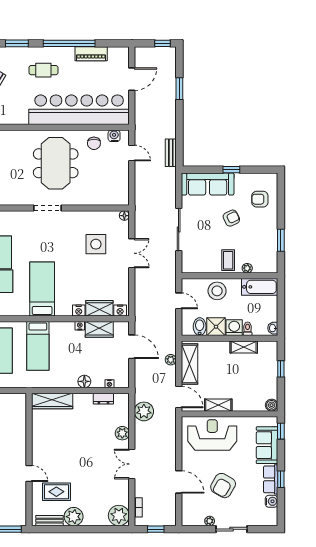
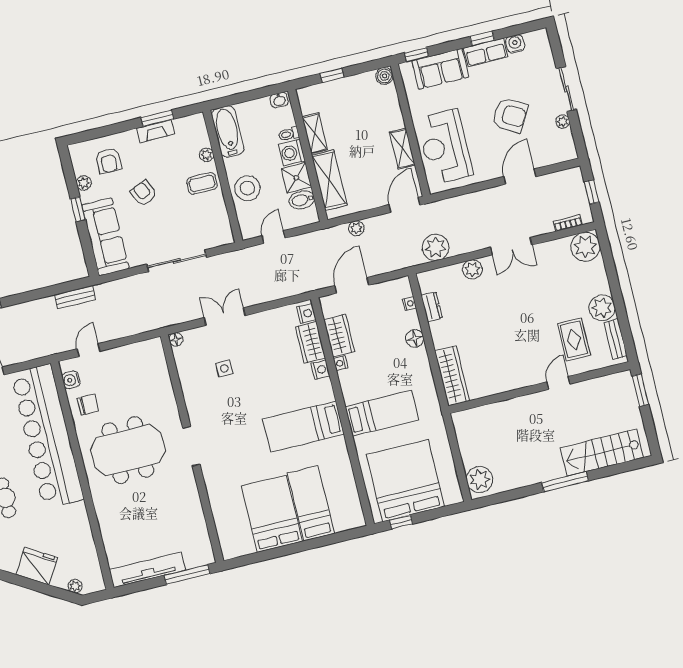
plant: (249, 178) -> (84, 183), added
fireplace: (272, 237) -> (156, 131), added
side table: (96, 244) -> (224, 368), width x0.54, depth x0.54
shelving: (189, 364) -> (329, 180), moved, turned 90

